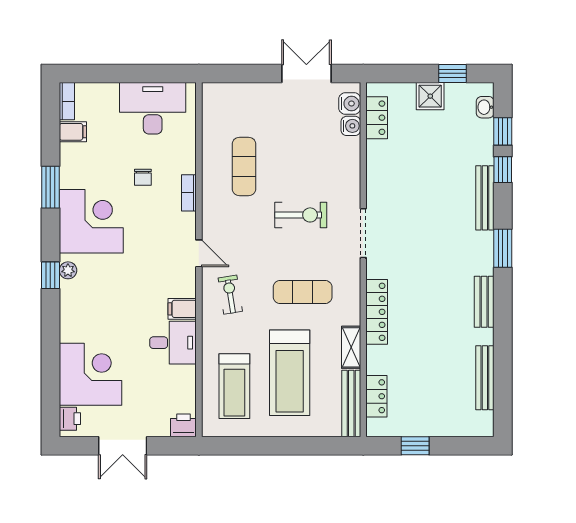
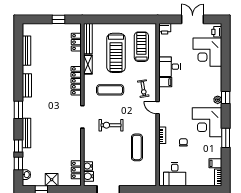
desk: (153, 108) -> (175, 174), width x0.73
treadmill: (290, 373) -> (116, 53), turned 180

